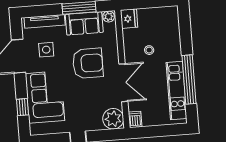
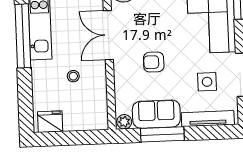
fridge: (129, 19) -> (50, 122), moved, turned 90
armchair: (88, 63) -> (154, 62), width x0.53, depth x0.53

